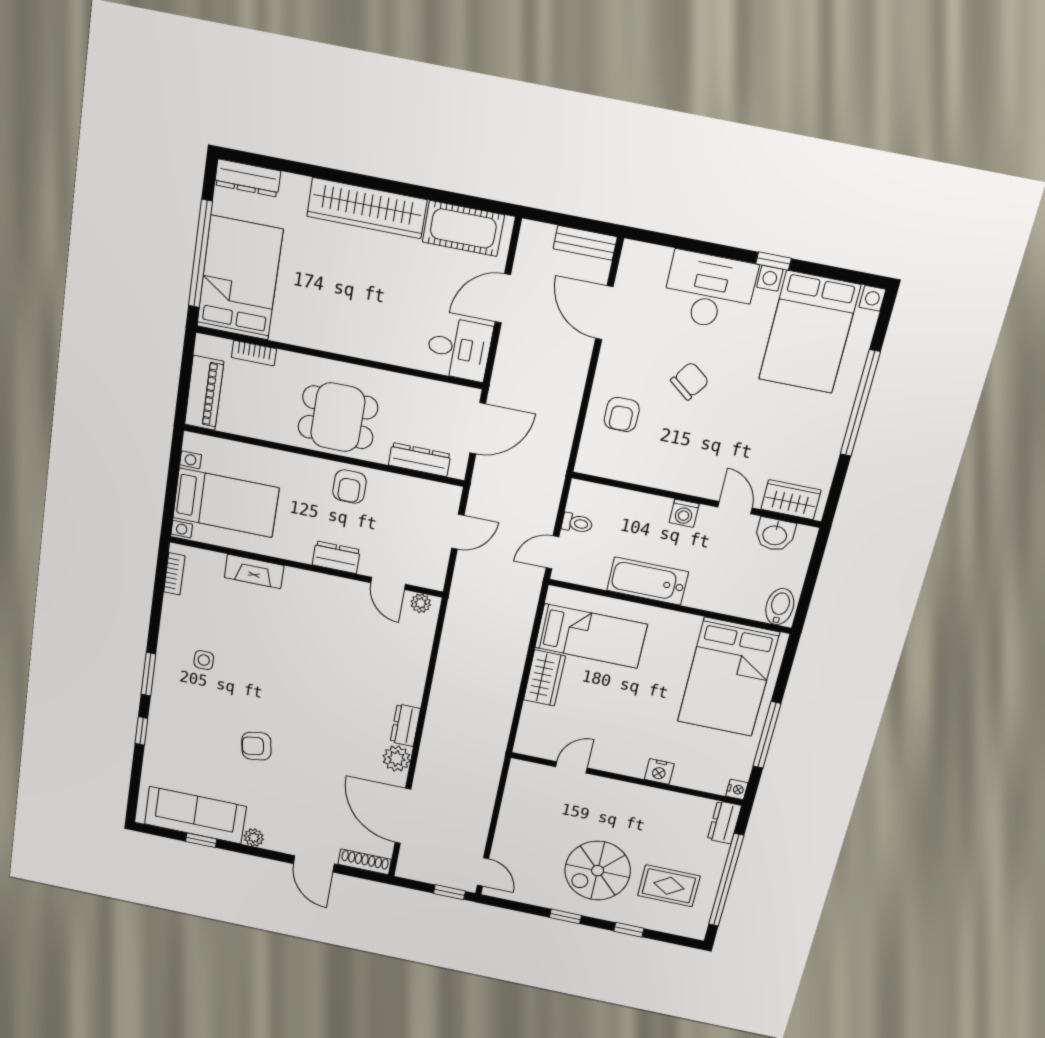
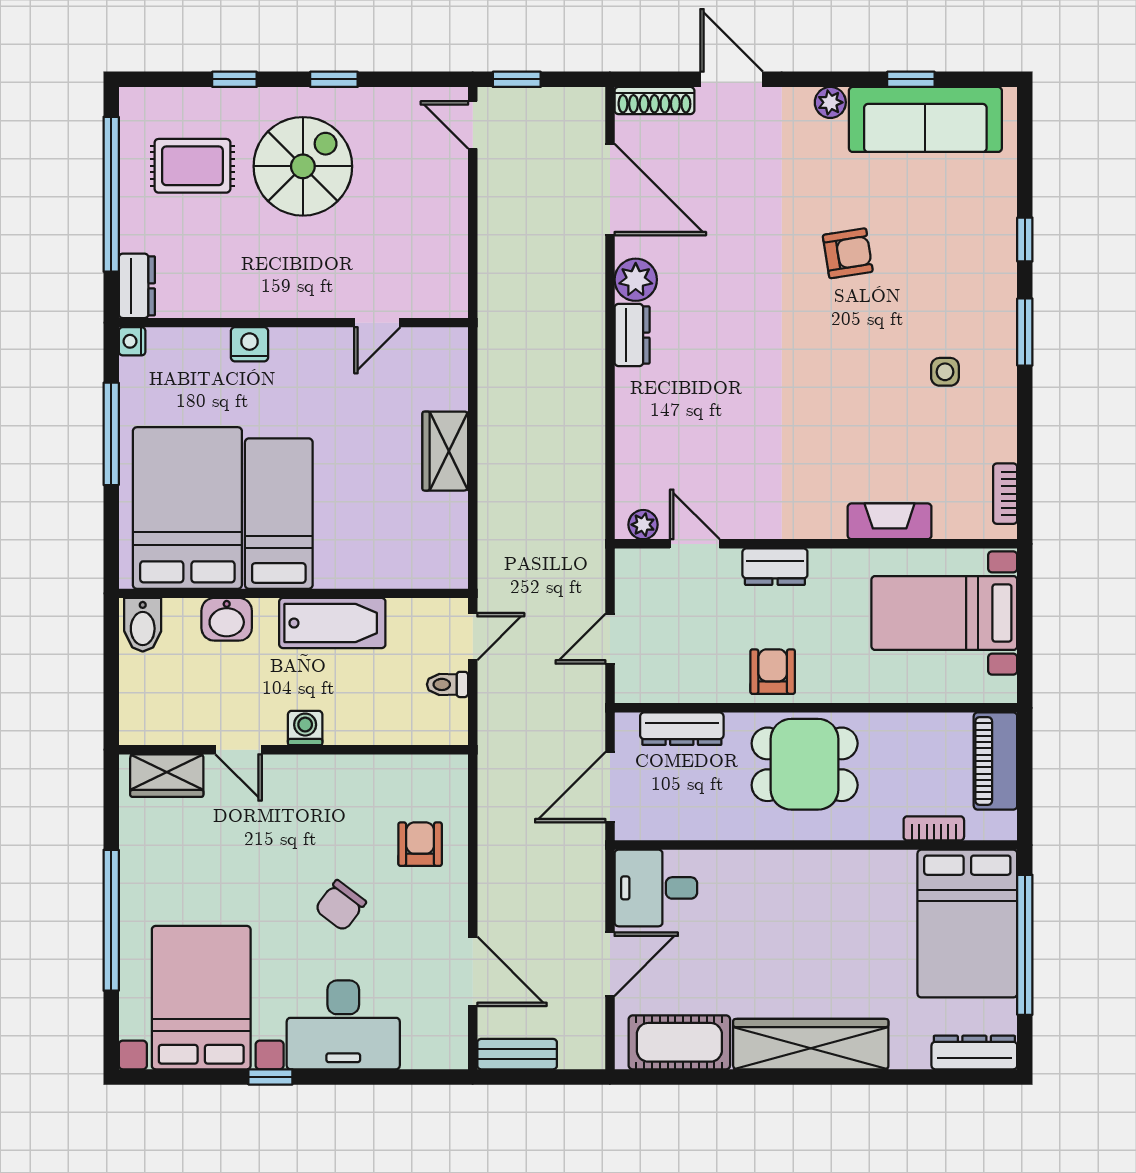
washbasin: (775, 534) -> (227, 619), moved, turned 180
bed: (591, 636) -> (279, 514), moved, turned 90

